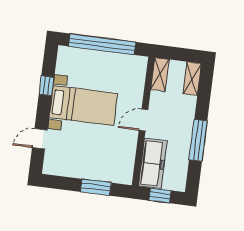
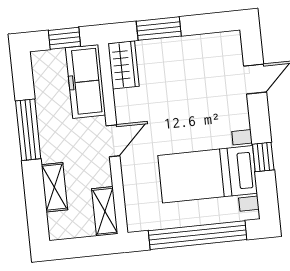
shelving: (192, 79) -> (54, 187), moved
bed with nightstands: (83, 106) -> (208, 174), moved
wardrobe: (125, 169) -> (123, 65), added

